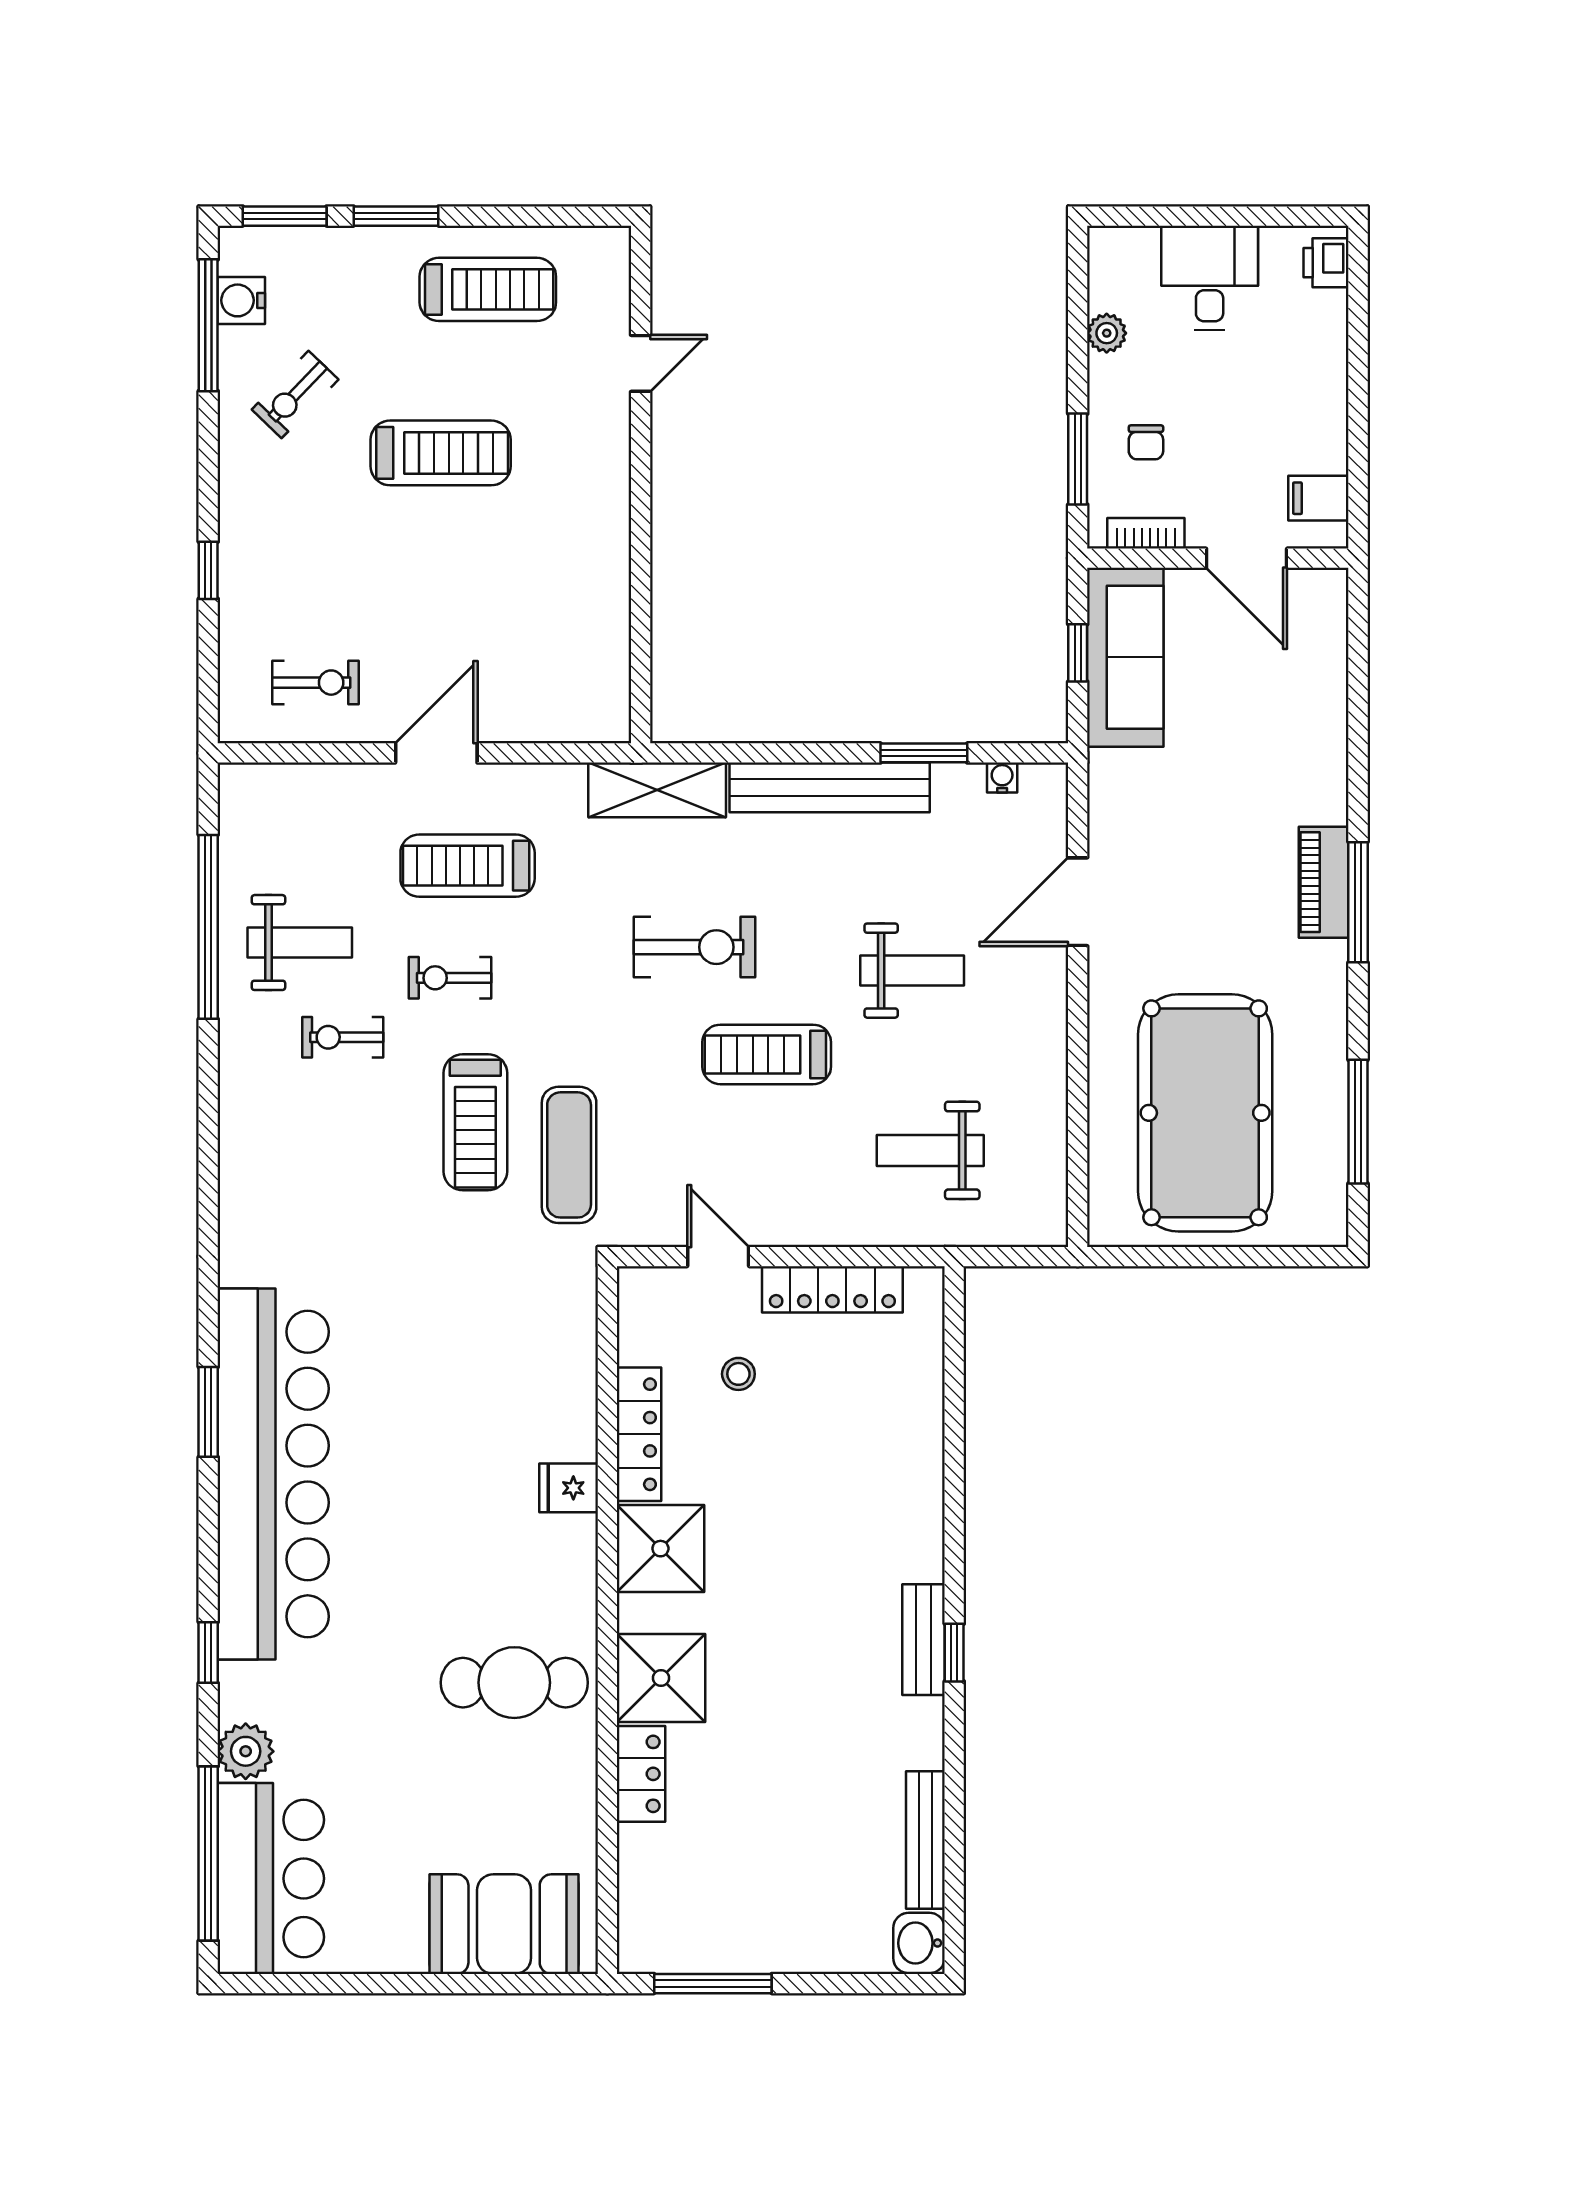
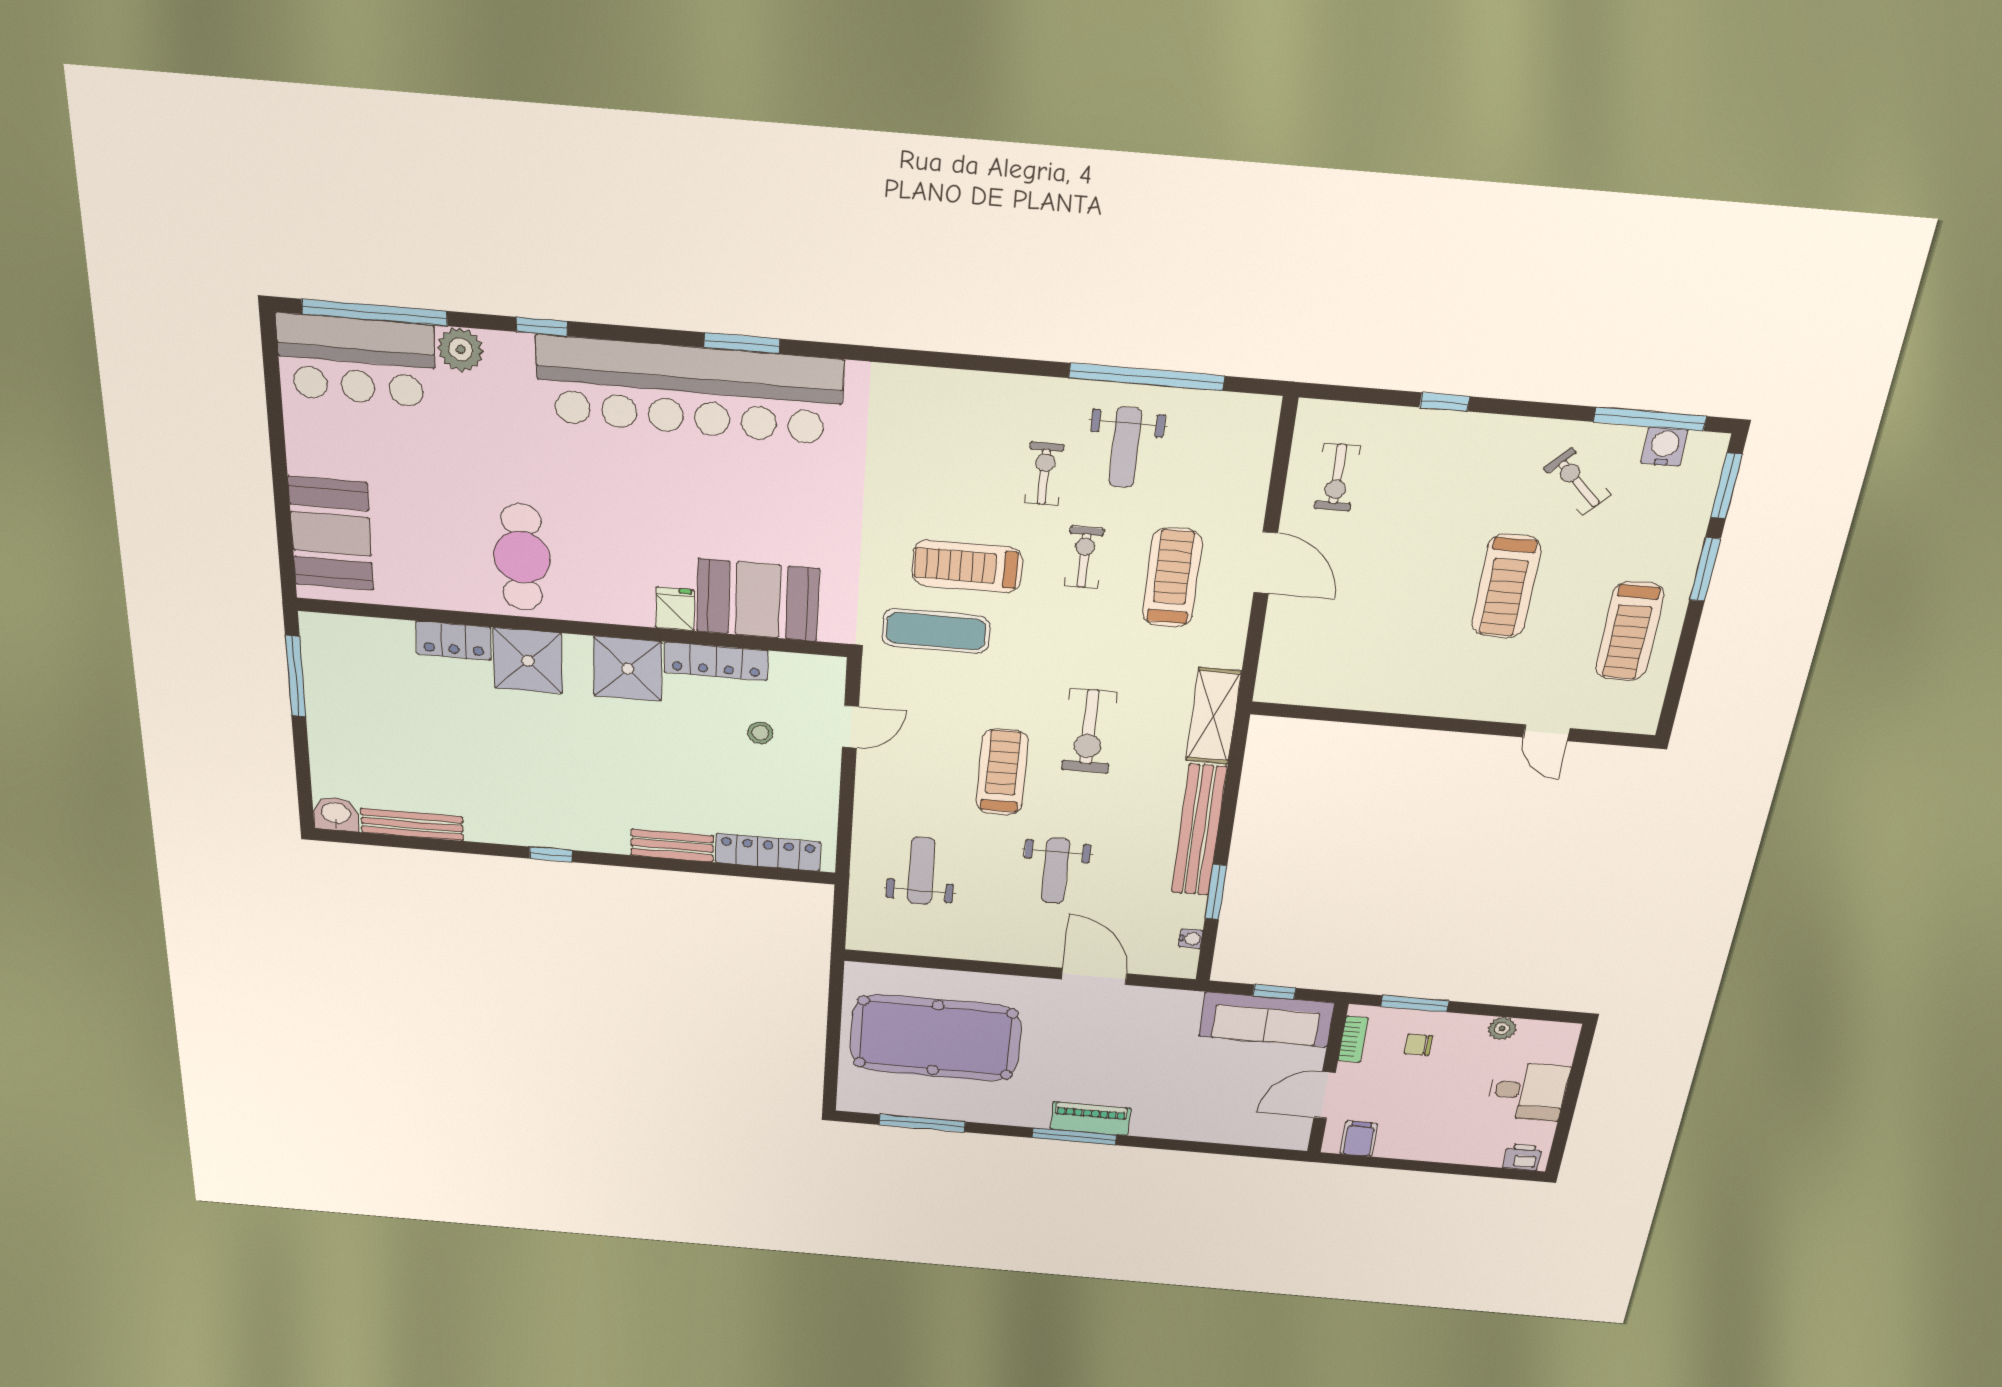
locker: (832, 1289) -> (768, 852), moved, turned 90
booth: (546, 1383) -> (758, 600), added
bench: (923, 1640) -> (672, 845), moved

